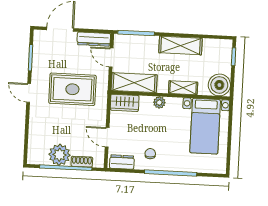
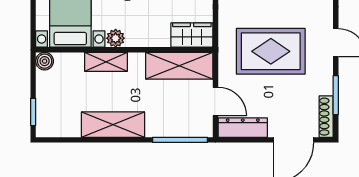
shoe rack: (38, 44) -> (326, 117), added
boiler: (219, 85) -> (45, 61), width x0.54, depth x0.54
plant: (159, 102) -> (116, 38), moved

